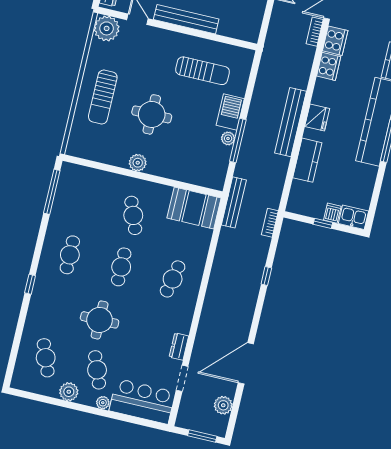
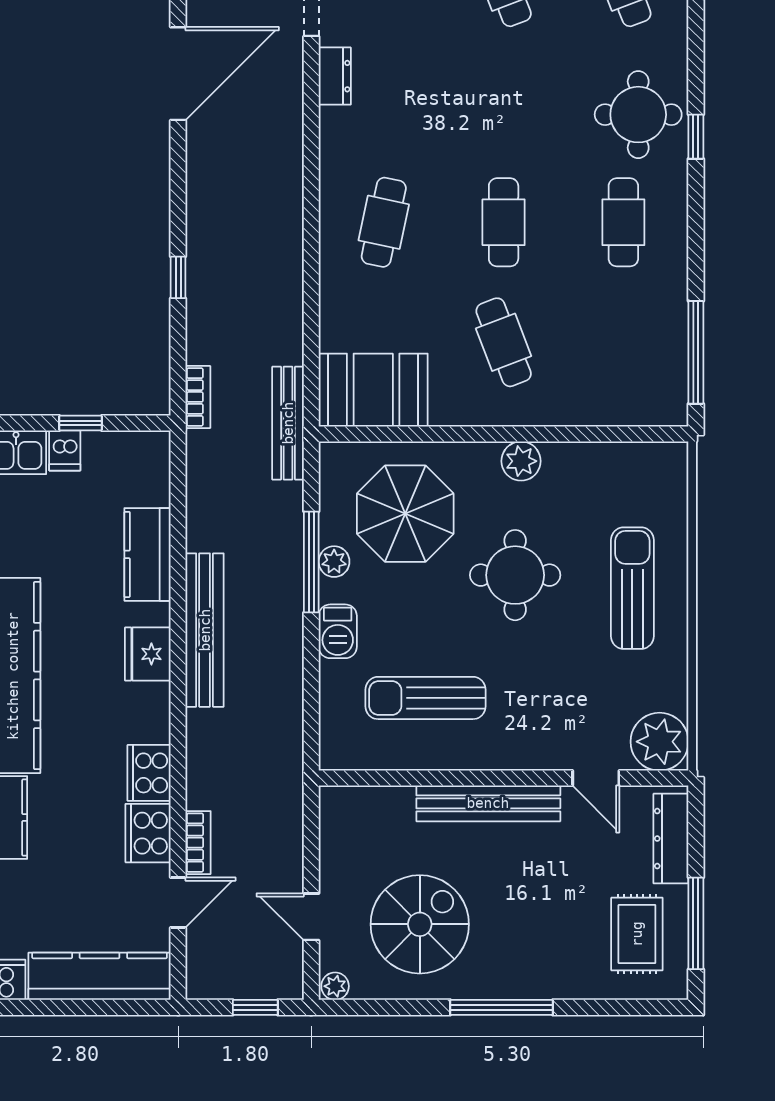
barbecue: (230, 112) -> (338, 631), width x0.73, depth x0.79
parasol: (193, 152) -> (405, 514), added
round table: (100, 320) -> (638, 115), moved

